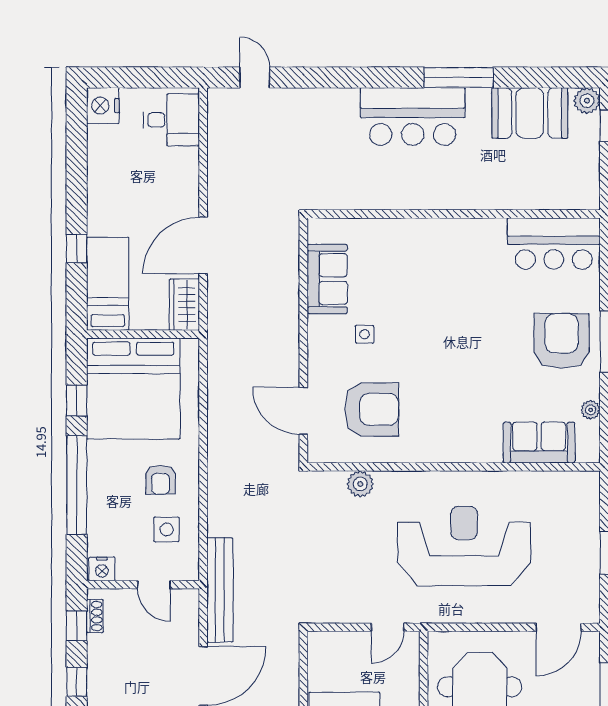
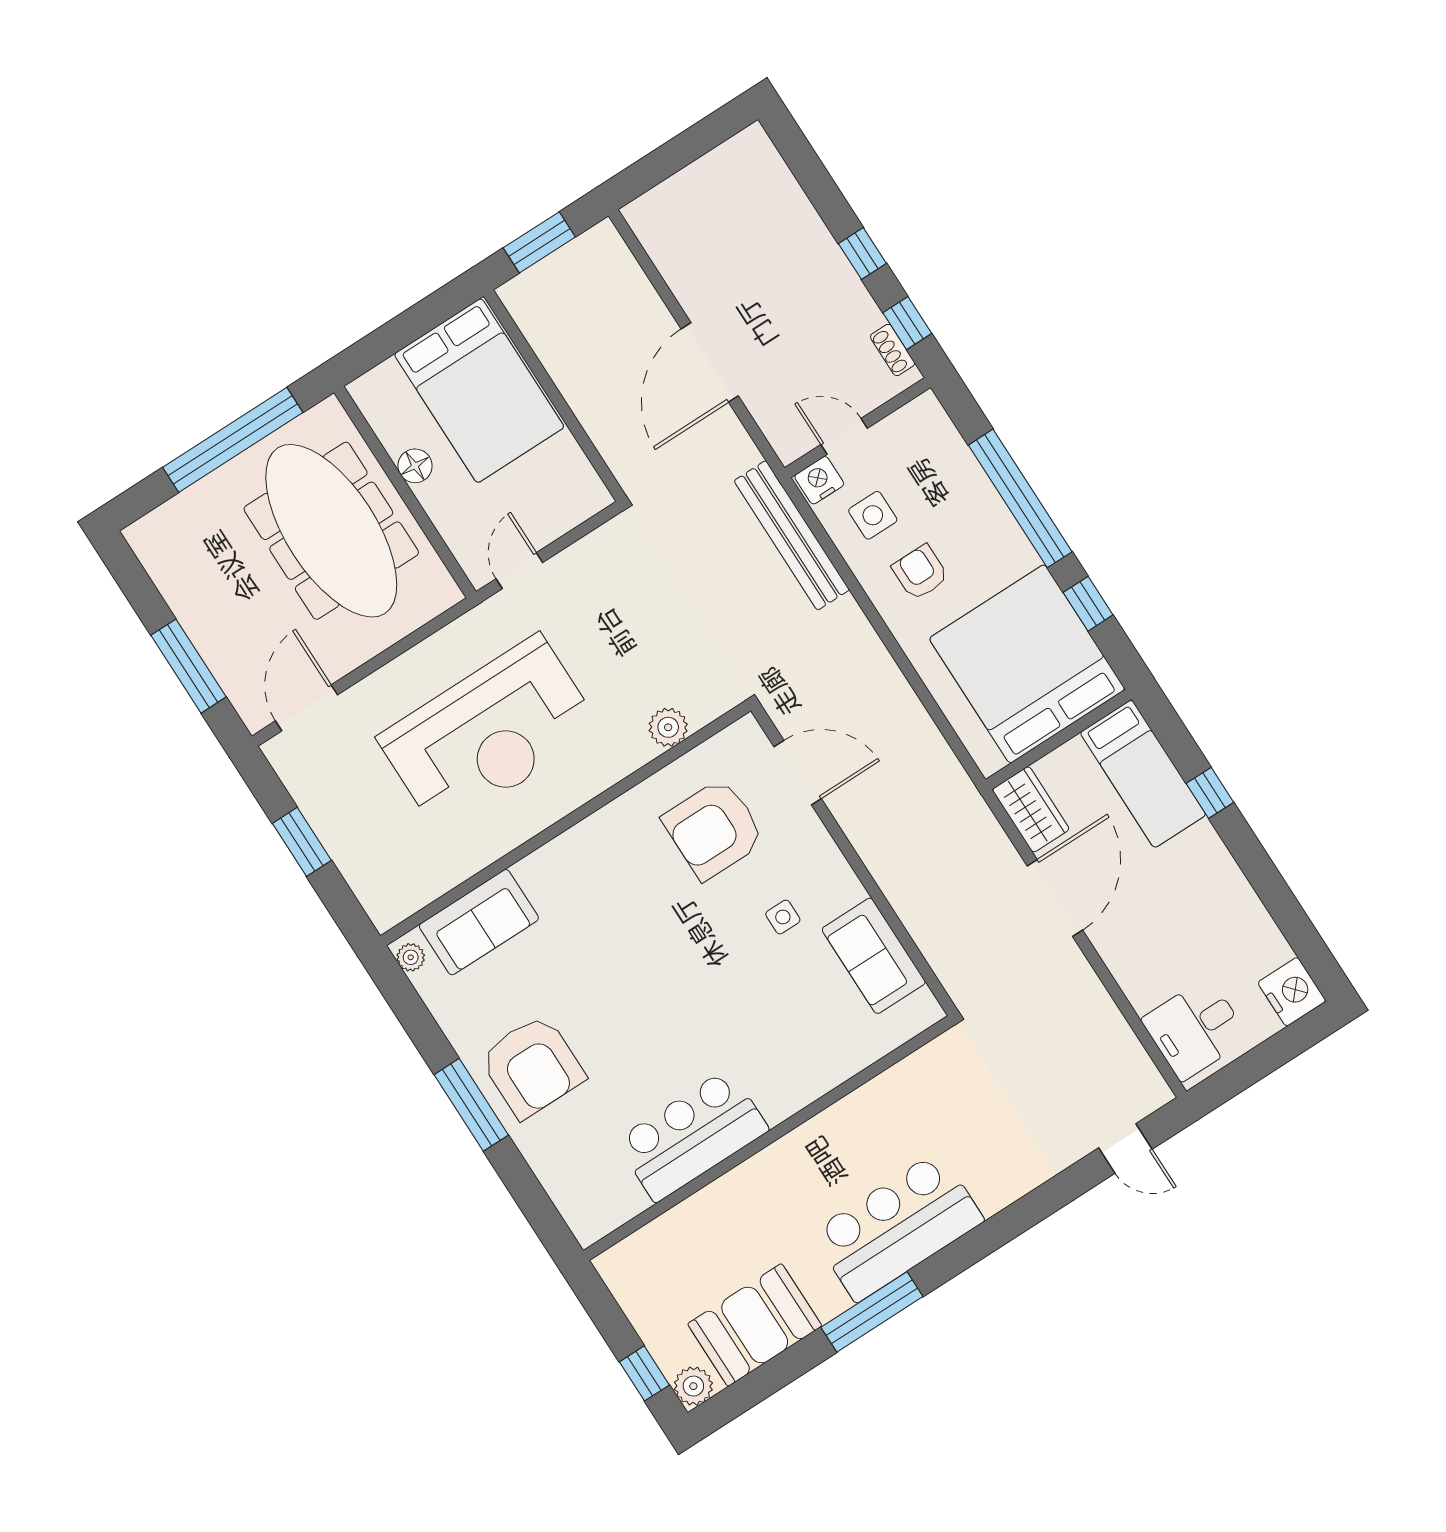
bar counter: (554, 244) -> (692, 1135), moved
plant: (591, 410) -> (411, 957), moved
nightstand: (102, 569) -> (819, 480), moved
bench: (220, 590) -> (792, 535), moved

